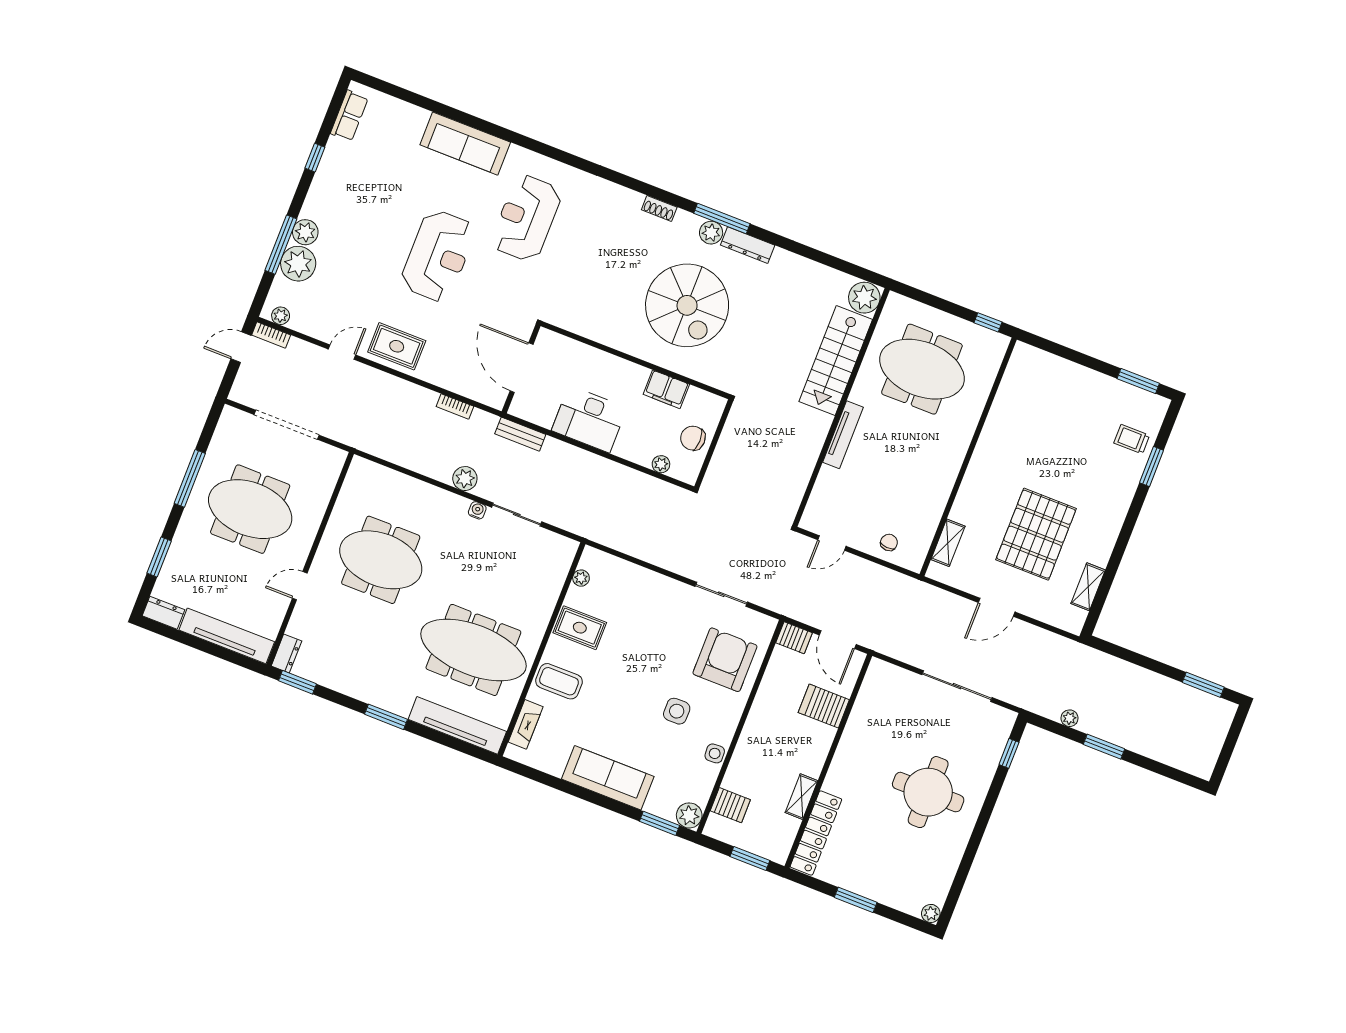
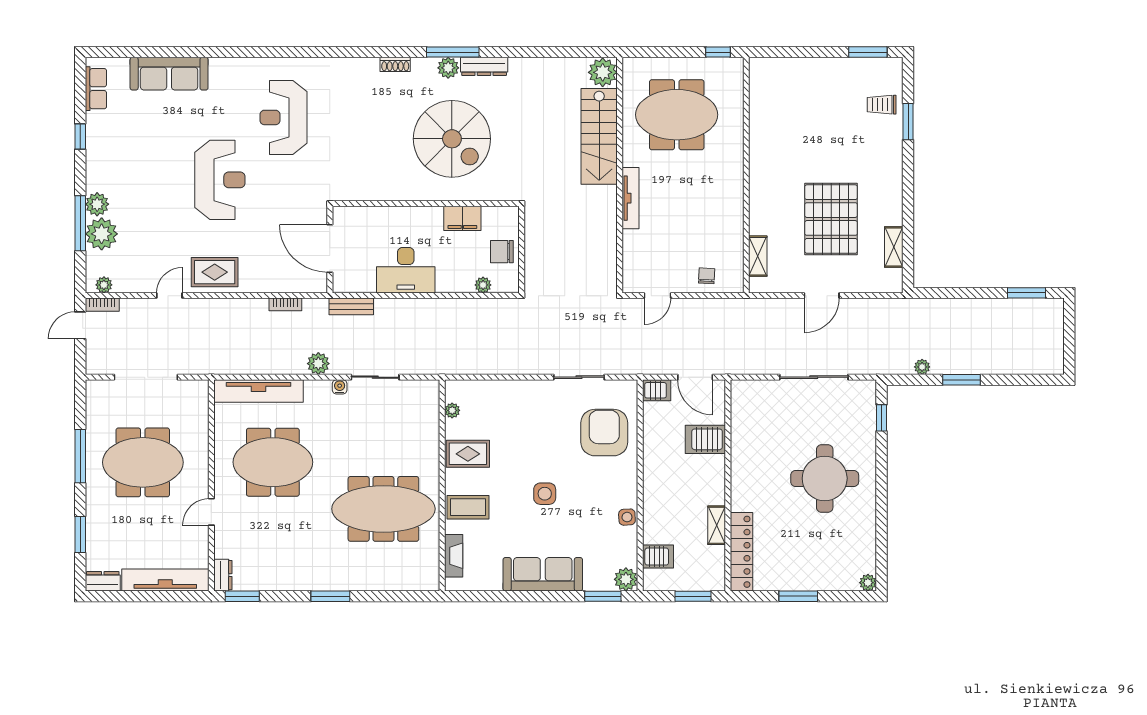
sofa: (465, 144) -> (169, 74), moved
side table: (677, 711) -> (545, 494), moved
tv unit: (457, 725) -> (259, 391), moved, turned 180

